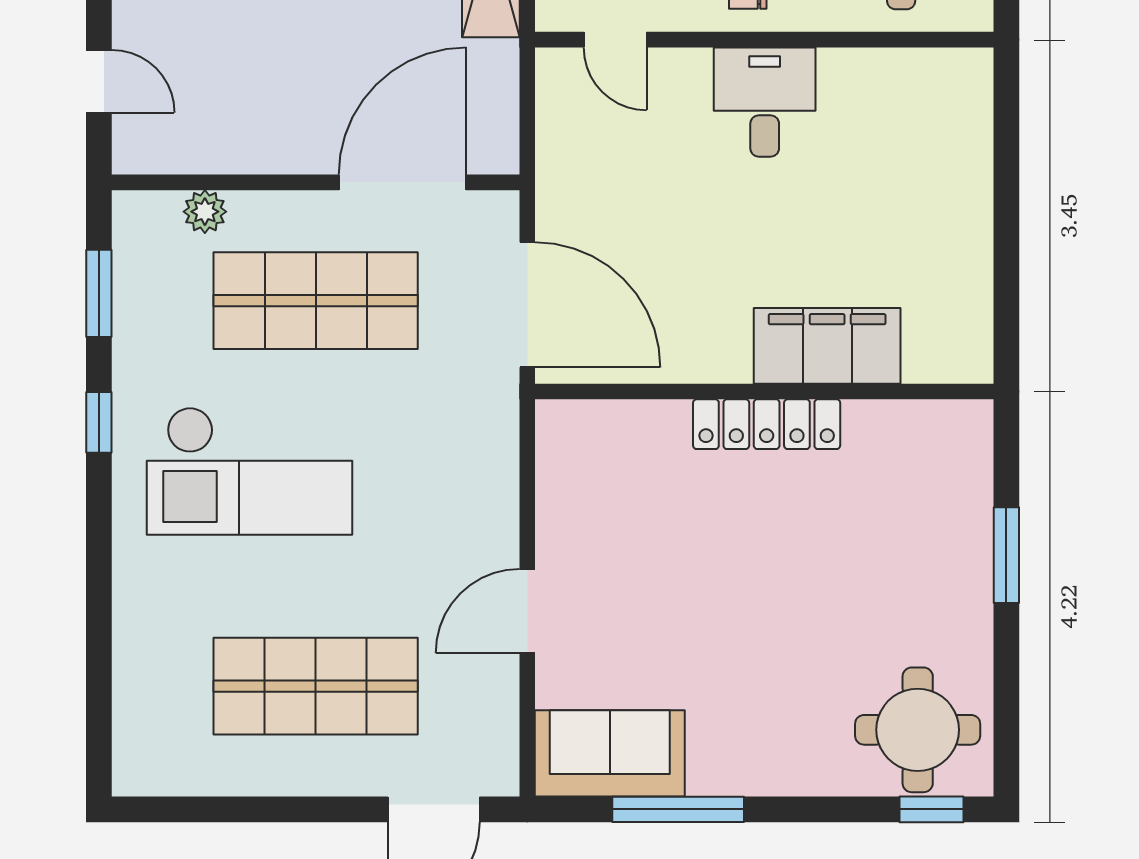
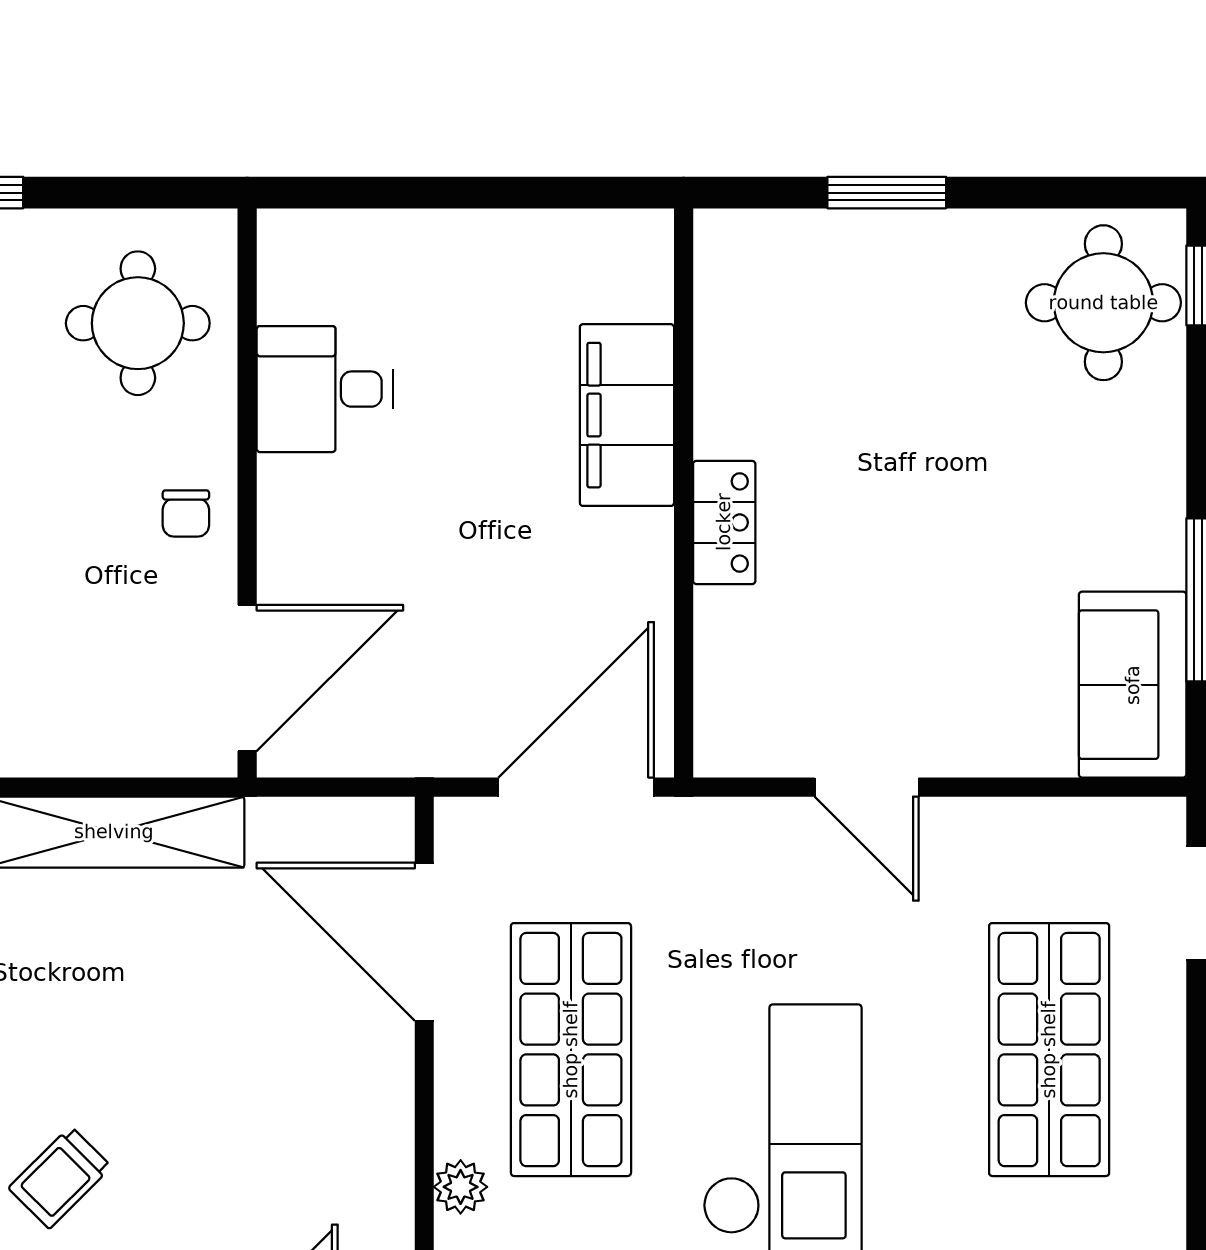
door: (615, 40) -> (247, 678), width x1.88
desk: (765, 102) -> (325, 389), moved
locker: (767, 424) -> (724, 522), width x0.66
door: (527, 611) -> (867, 787), moved

